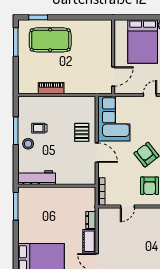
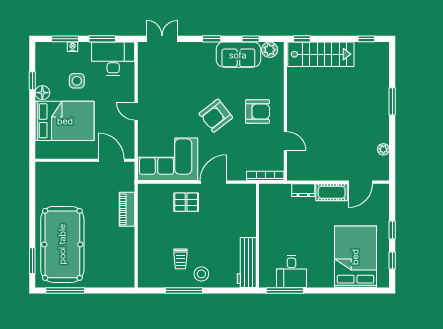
pool table: (50, 40) -> (62, 244), width x1.36, depth x1.32
piano: (51, 88) -> (127, 209), moved
desk: (30, 211) -> (291, 271), added

